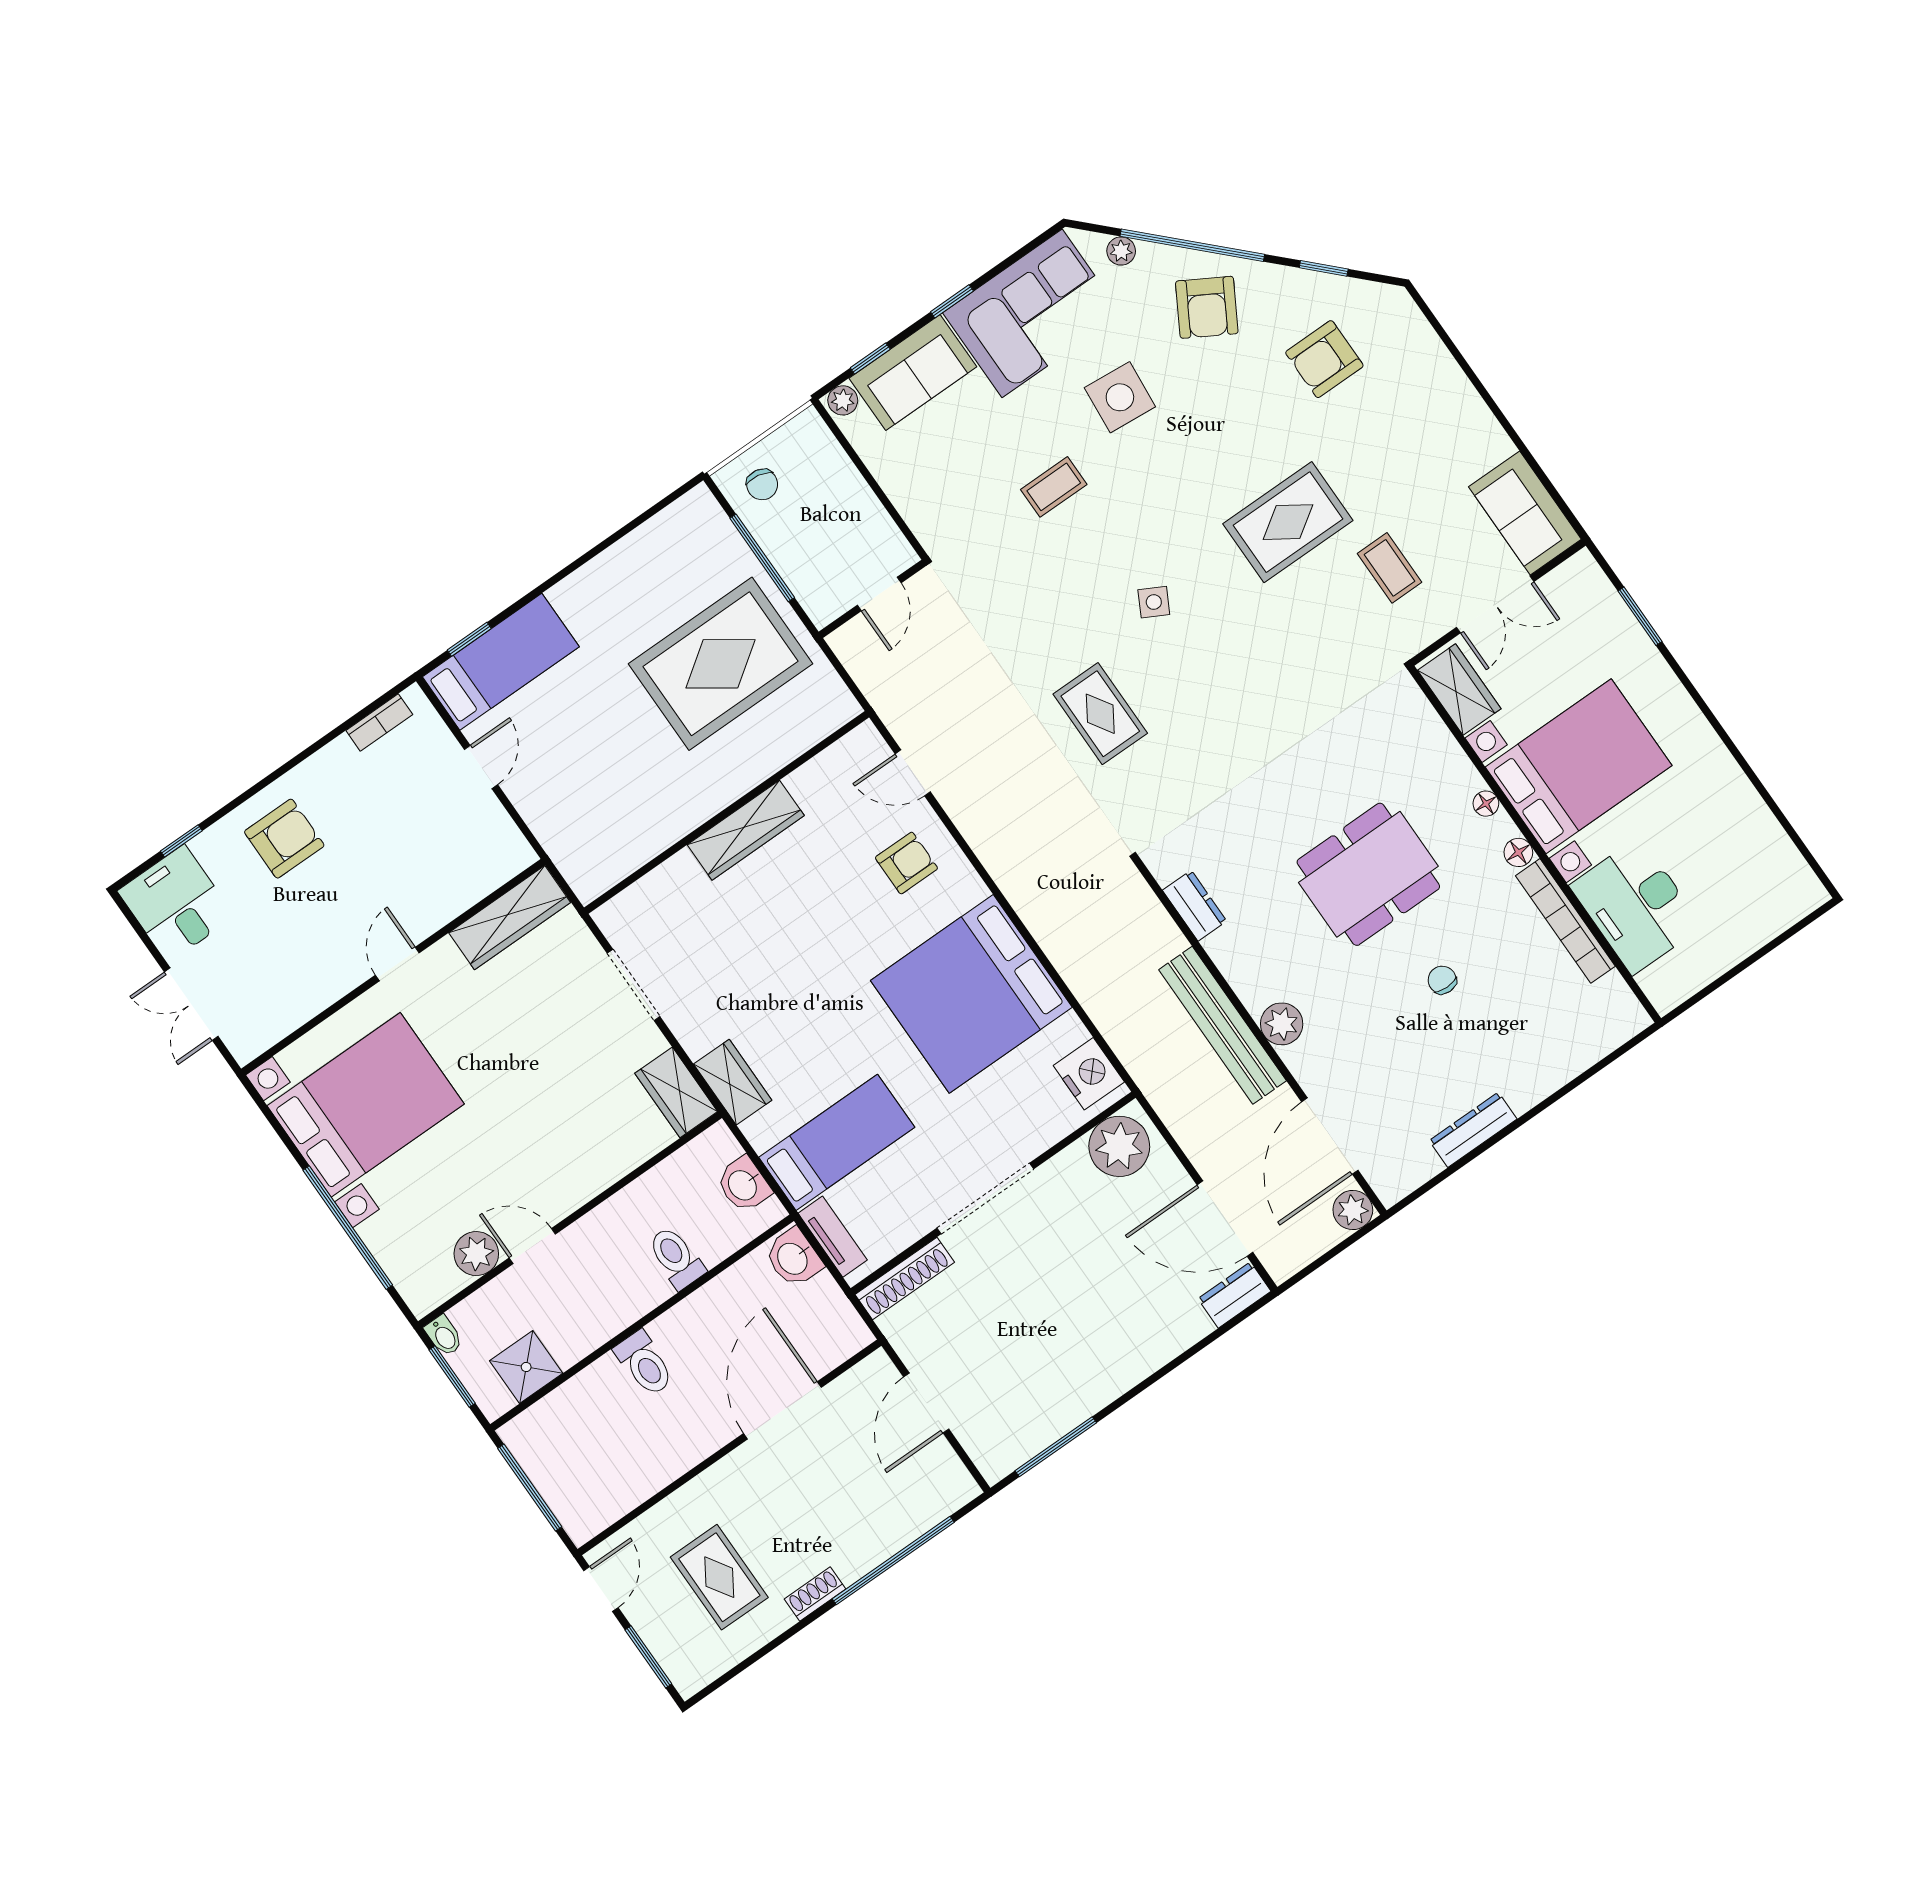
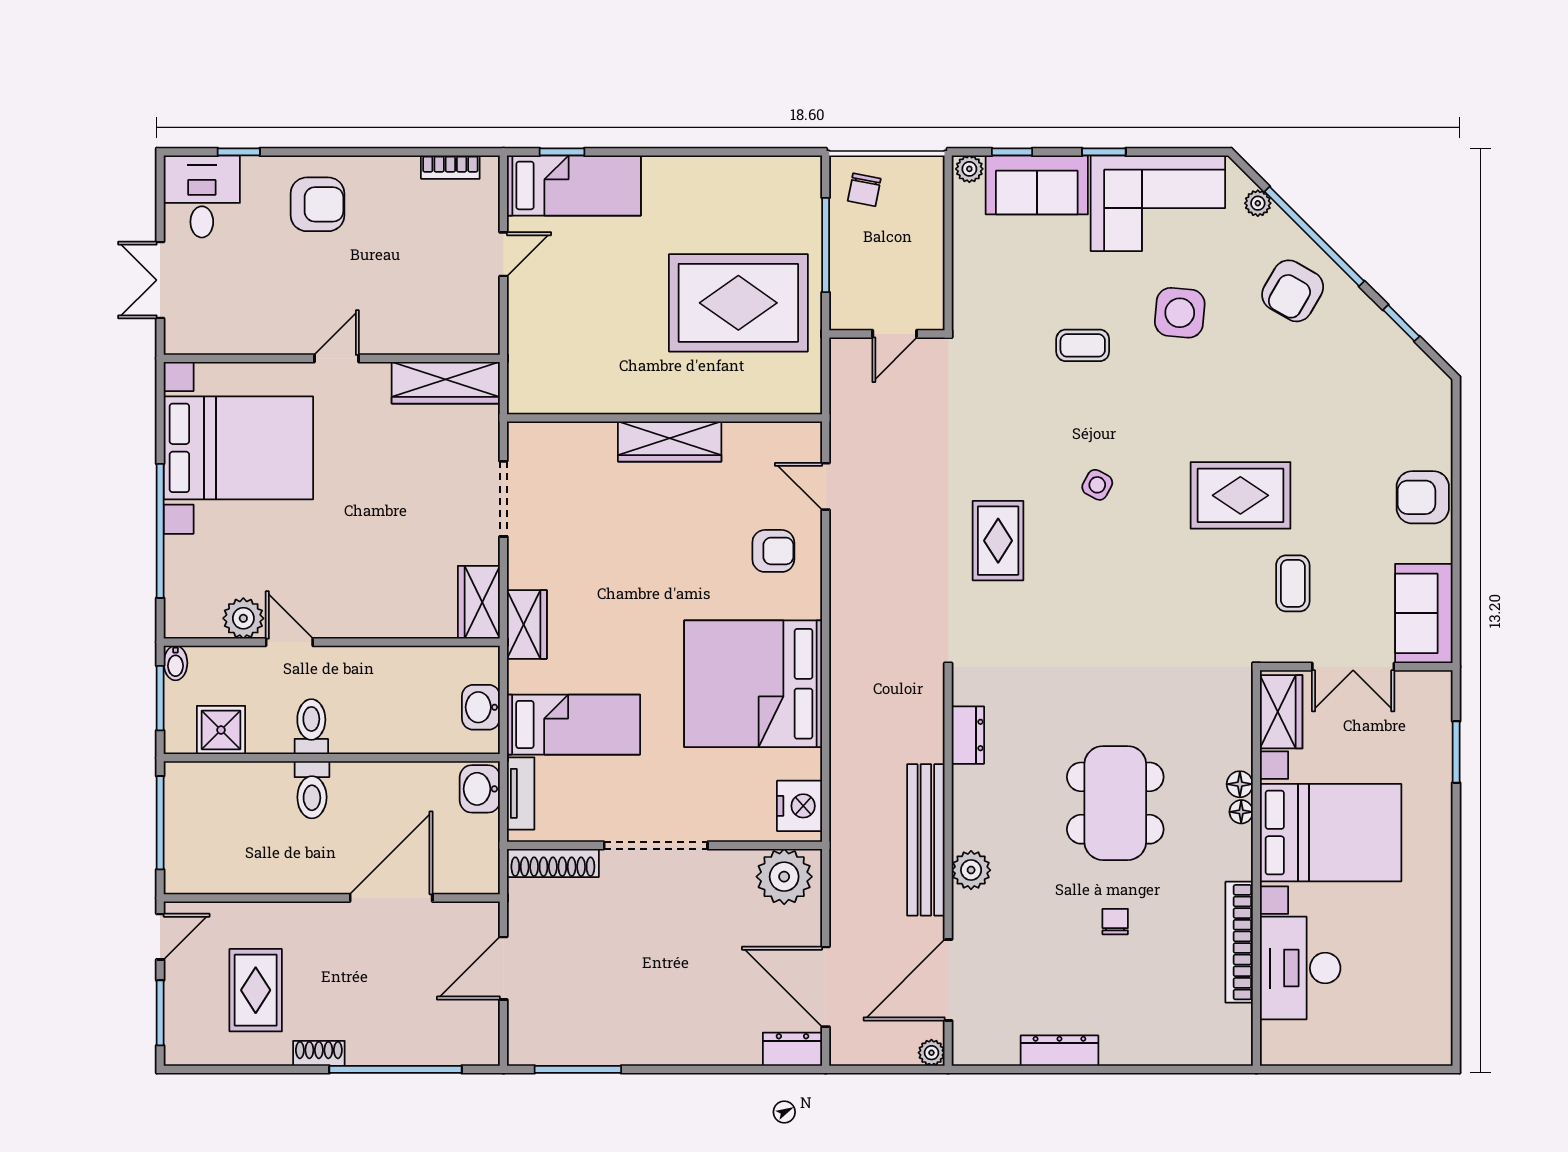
armchair: (1324, 359) -> (1423, 497), moved
floor lamp: (1518, 852) -> (1240, 784), moved
dining table: (1368, 874) -> (1115, 803), turned 90
plant: (1353, 1210) -> (931, 1053), width x0.73, depth x0.73
toilet: (676, 1258) -> (311, 727), moved

